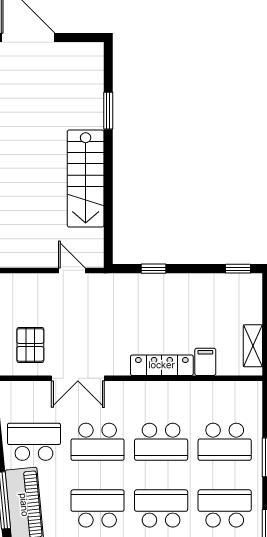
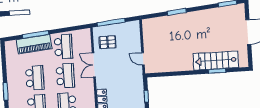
stairs: (86, 179) -> (216, 61), moved
door: (72, 270) -> (143, 59), swing flipped
school desk: (98, 442) -> (65, 76), turned 180

